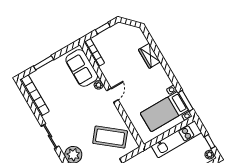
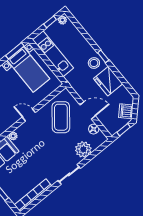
door: (112, 95) -> (29, 115), moved

